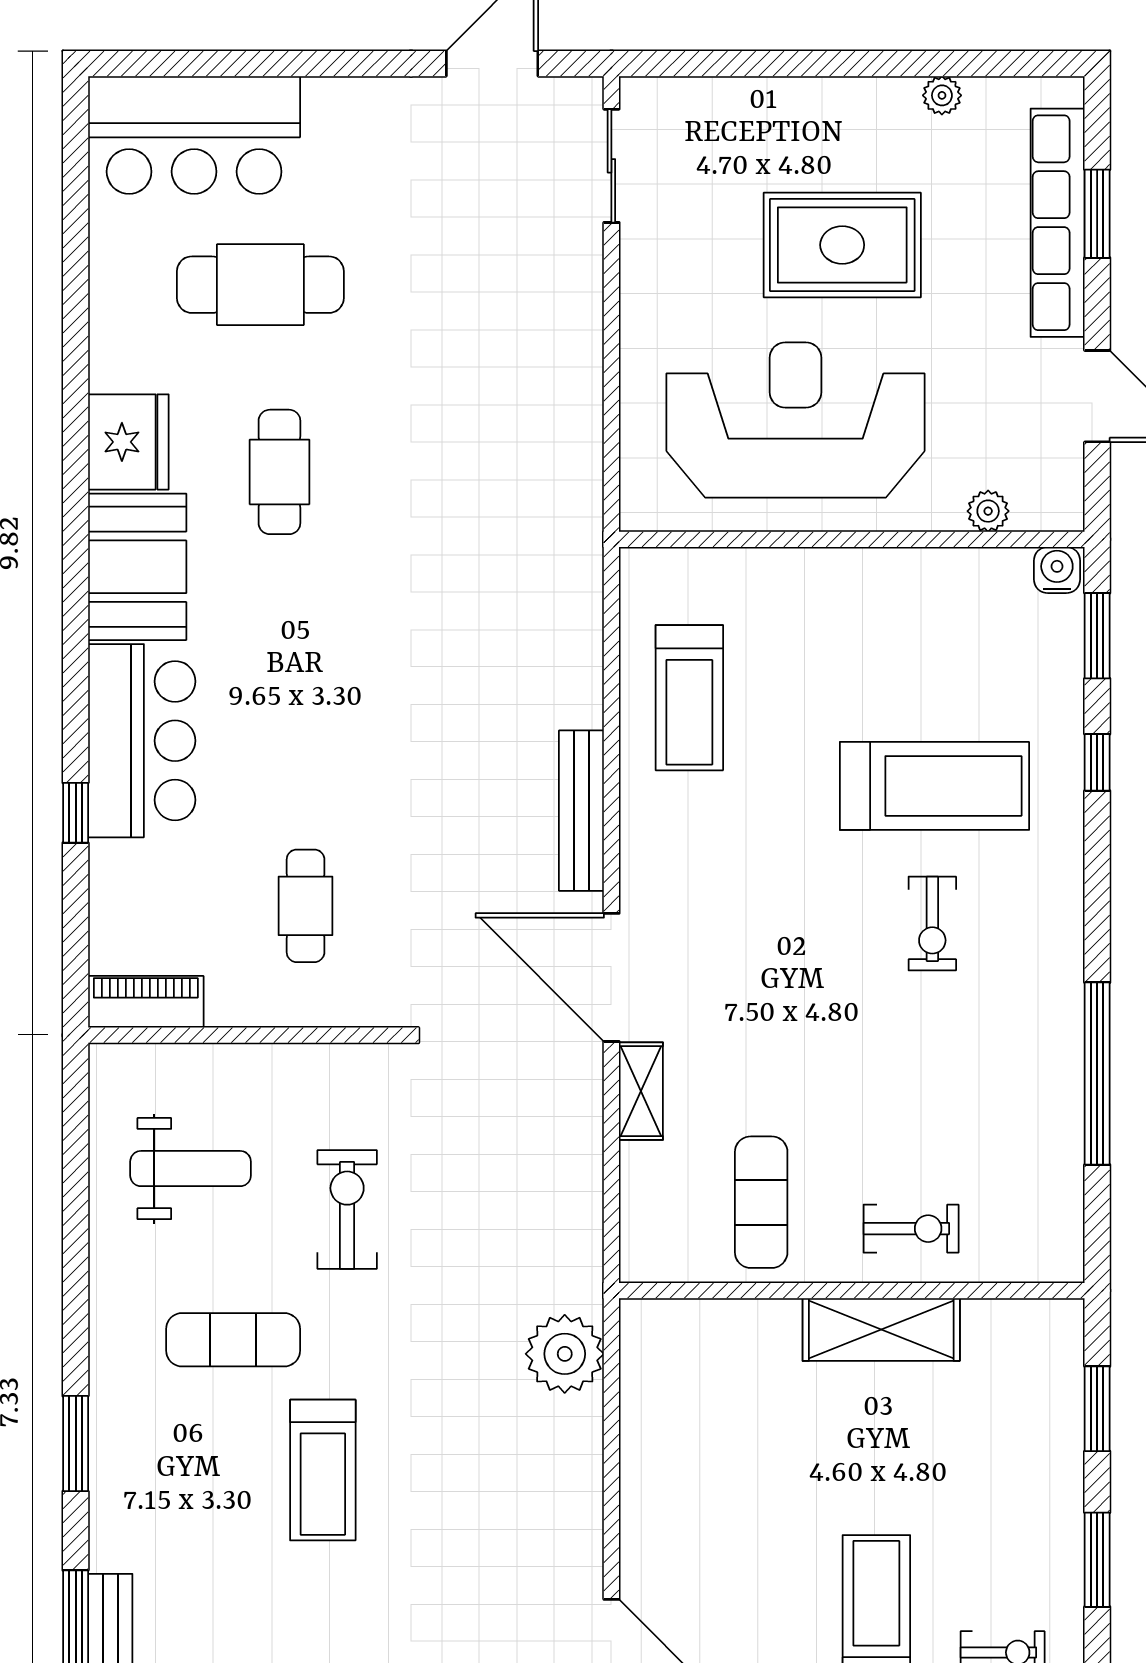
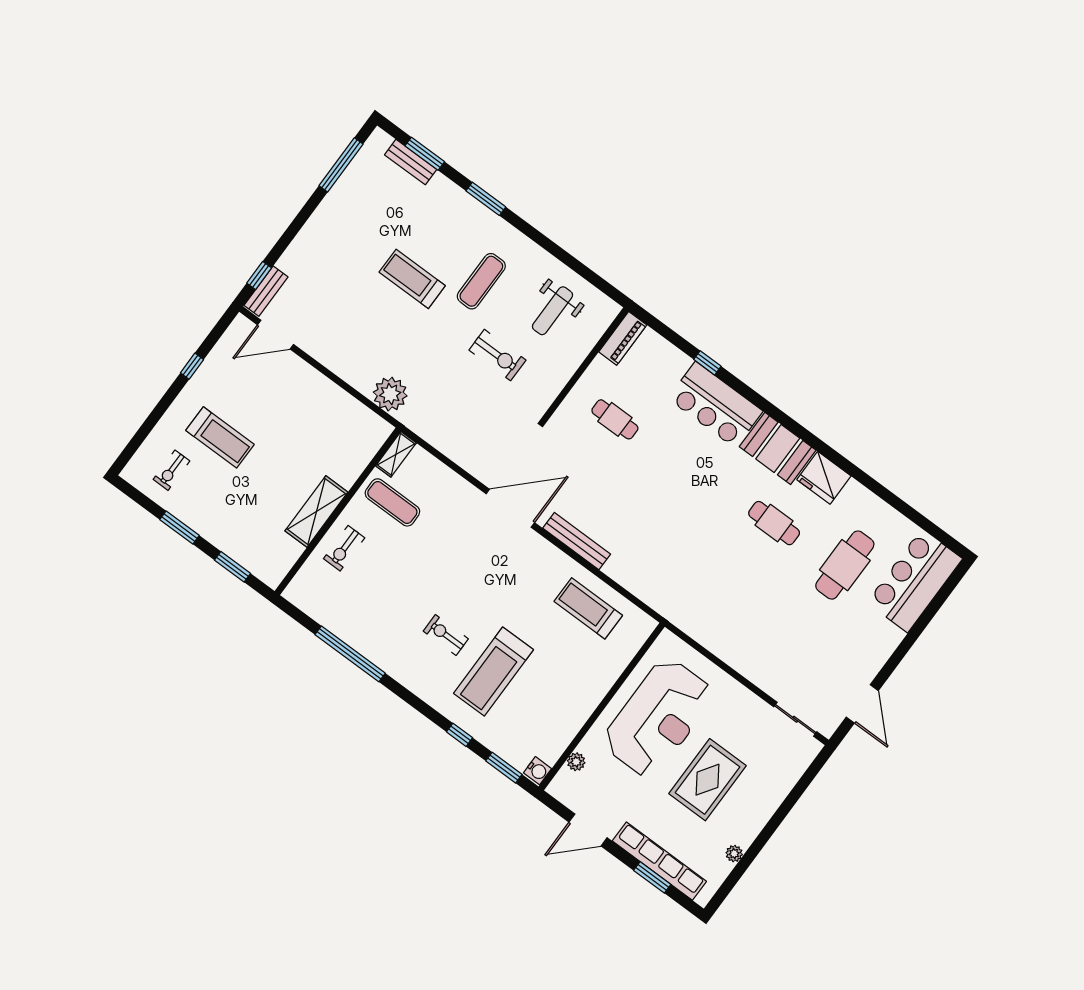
shelving: (641, 1091) -> (396, 454), moved, turned 90

